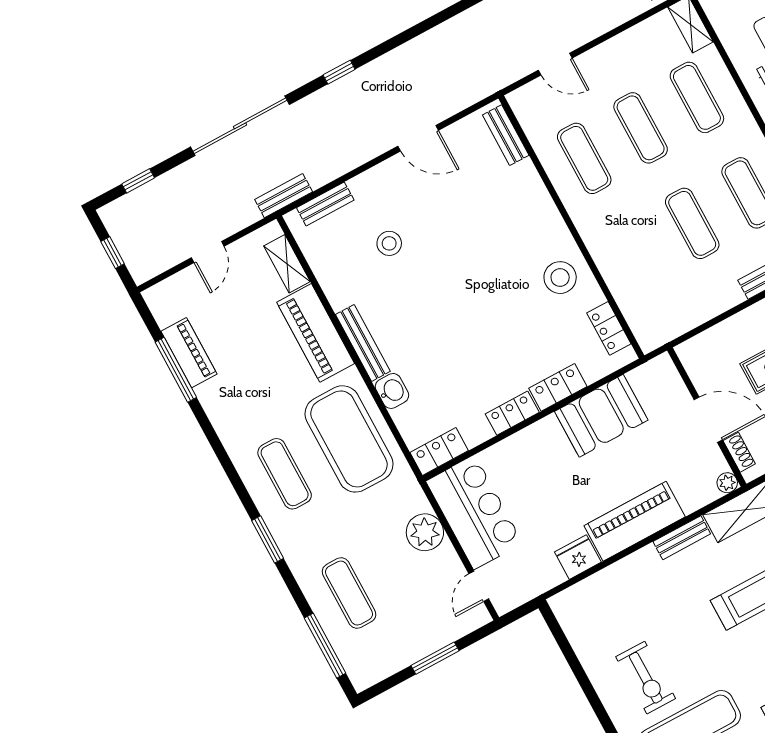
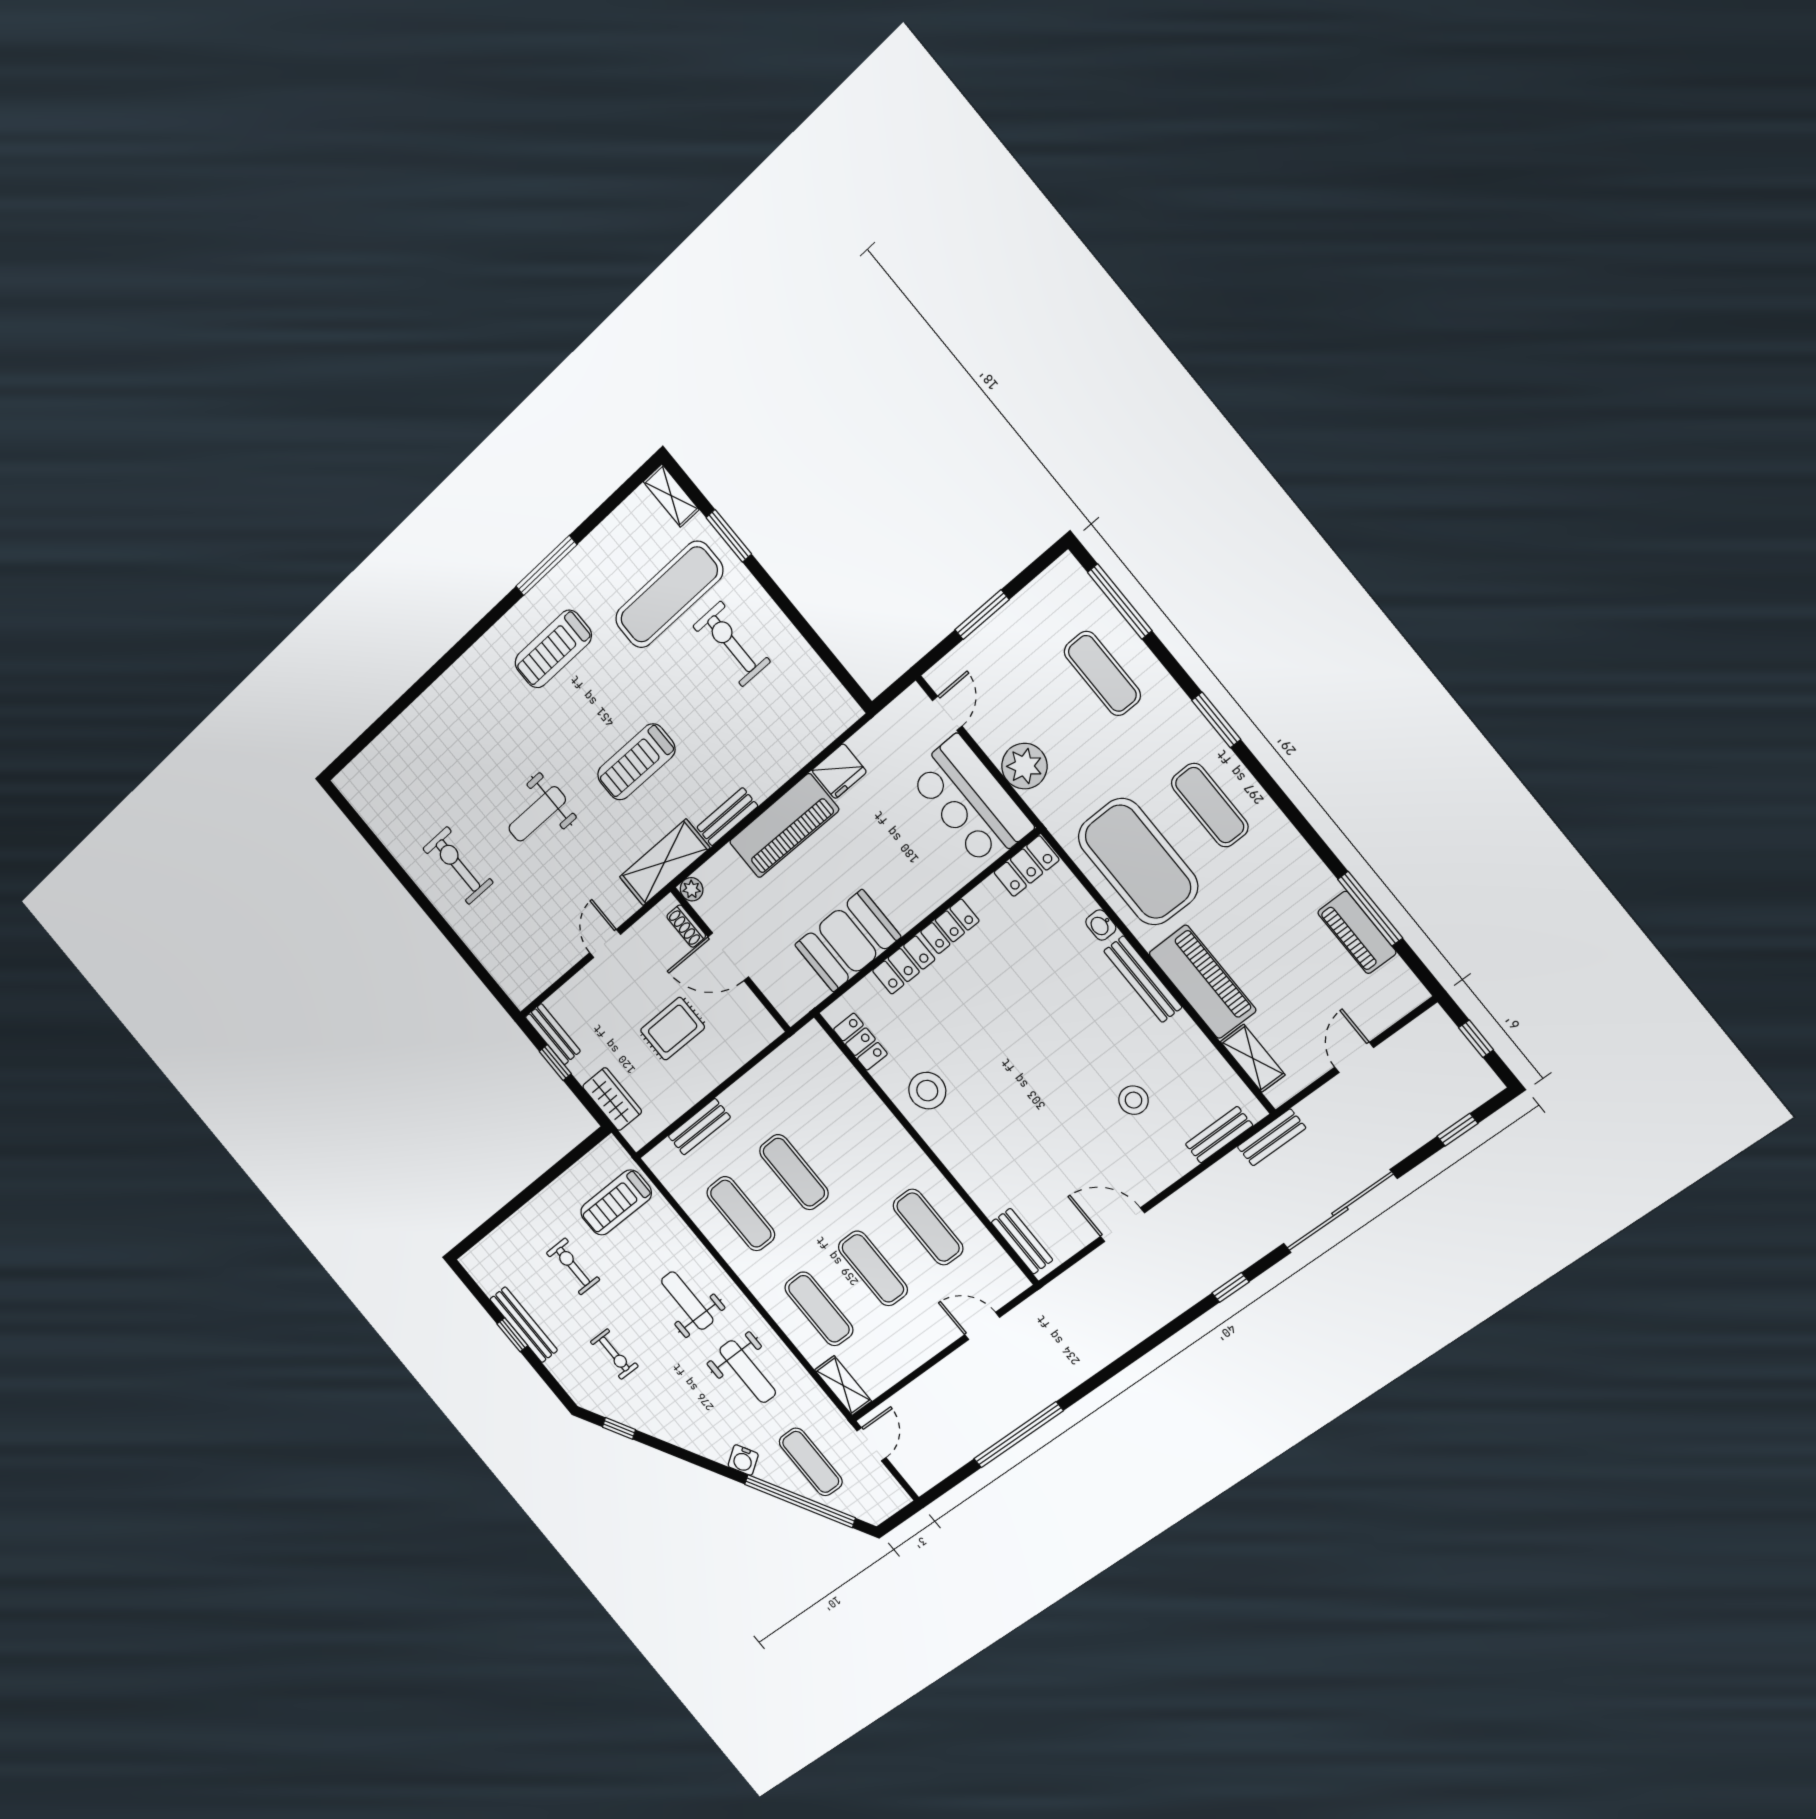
washbasin: (392, 391) -> (1101, 925), width x0.72, depth x0.69

